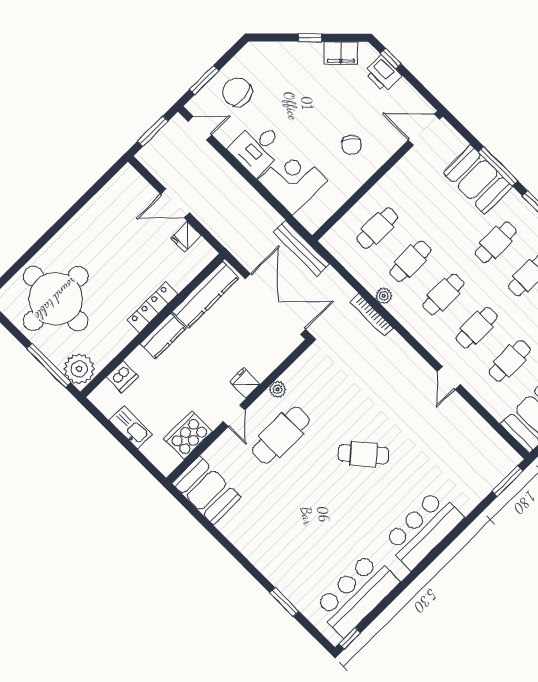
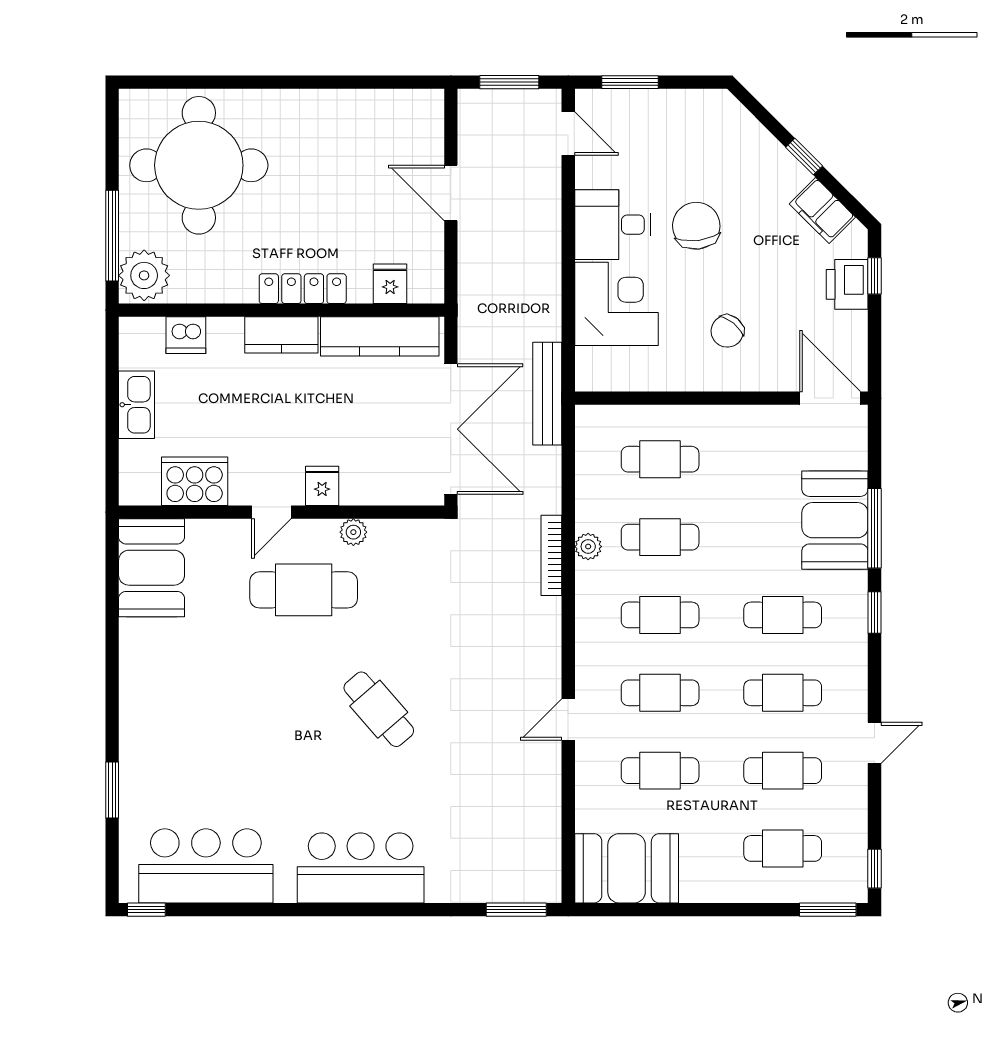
chair: (237, 92) -> (696, 226), moved
fridge: (186, 237) -> (390, 284), moved, turned 90

